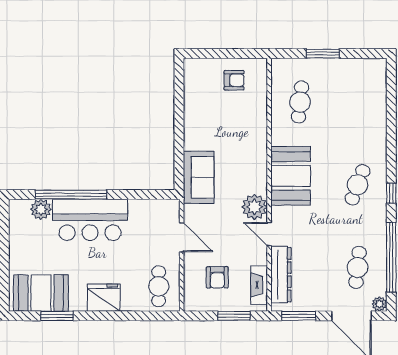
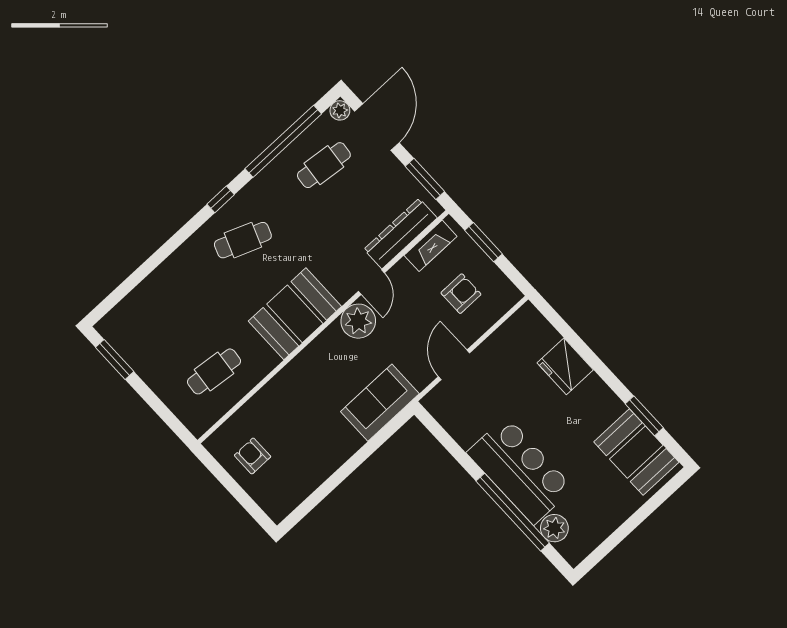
window: (323, 54) -> (115, 359), moved
cafe table: (159, 286) -> (523, 343), removed
fridge: (104, 298) -> (565, 366), moved

